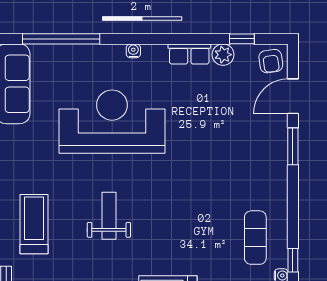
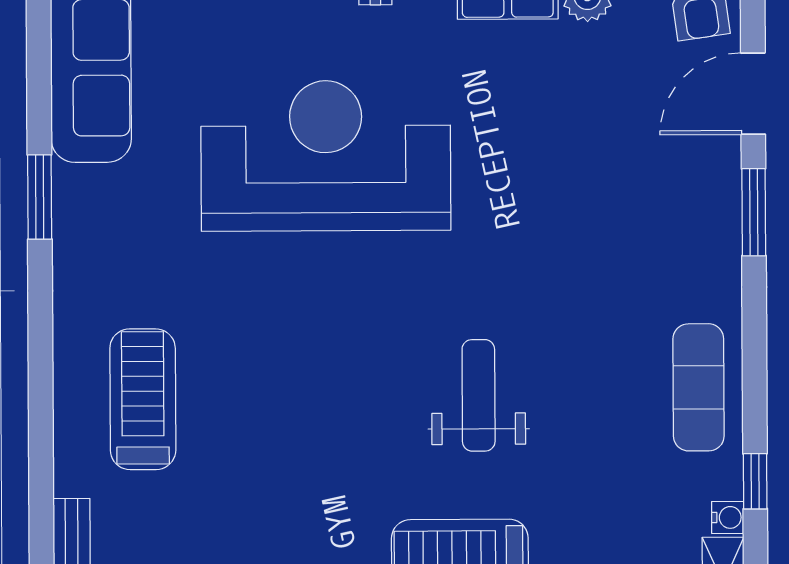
weight bench: (109, 216) -> (479, 395), moved
exercise mat: (255, 238) -> (699, 387), moved

